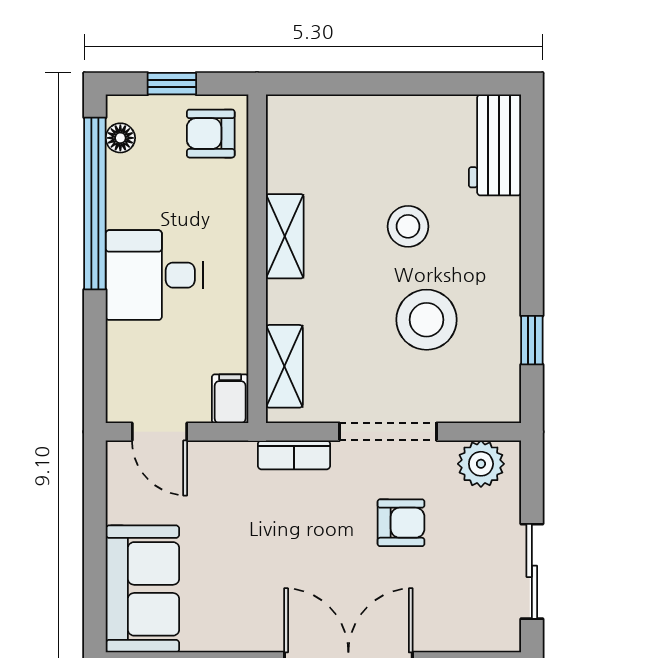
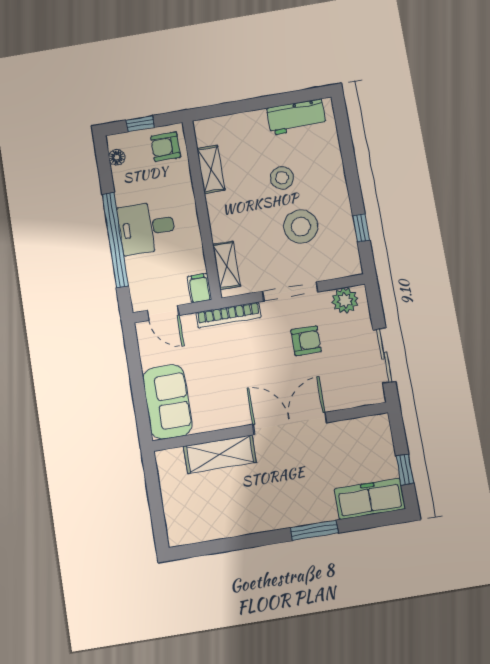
workbench: (495, 145) -> (296, 117), moved, turned -90
window: (95, 203) -> (115, 240), moved
shelving: (285, 236) -> (211, 169), moved
bookcase: (294, 455) -> (229, 315), width x1.56

